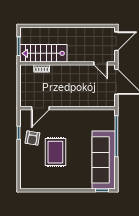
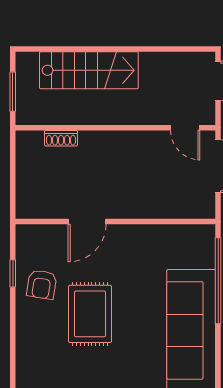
stairs: (43, 53) -> (89, 70), moved, turned 180
door: (40, 108) -> (87, 222), moved

